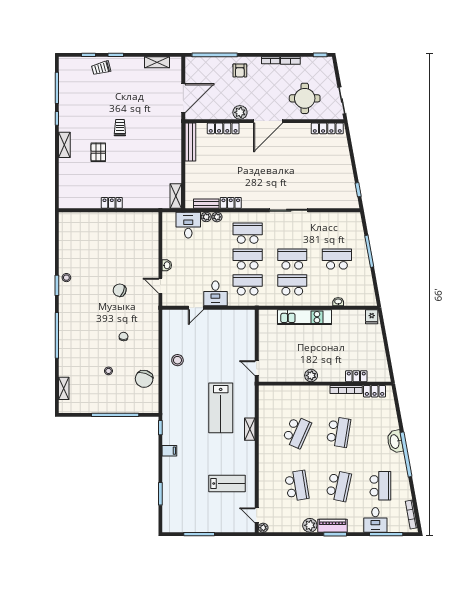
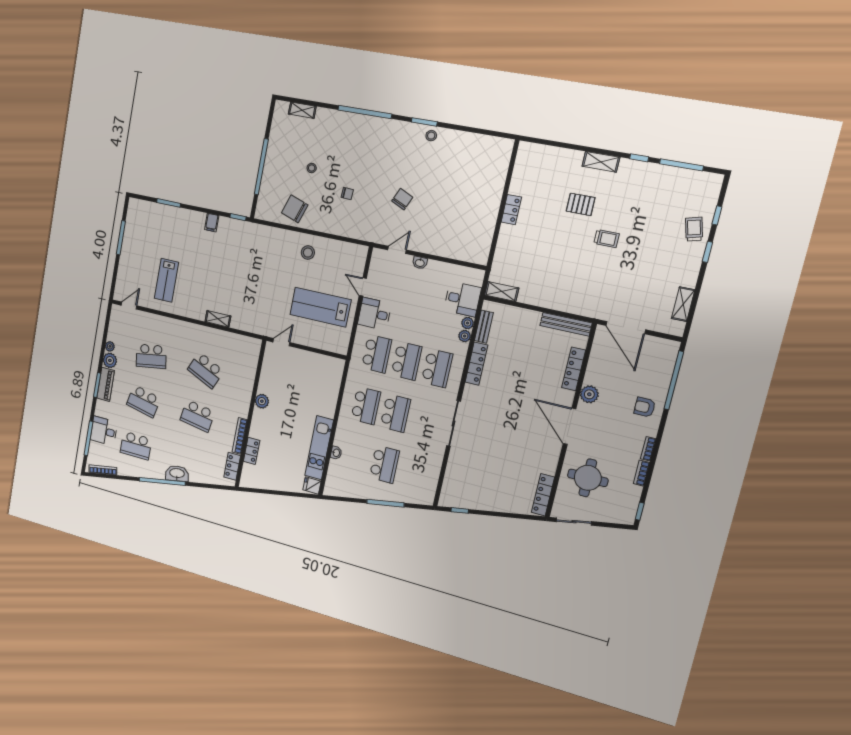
locker: (231, 203) -> (476, 364), width x1.53
kitchen unit: (305, 317) -> (319, 448), moved
lab bench: (221, 408) -> (320, 307), moved
plant: (263, 528) -> (110, 346), moved

